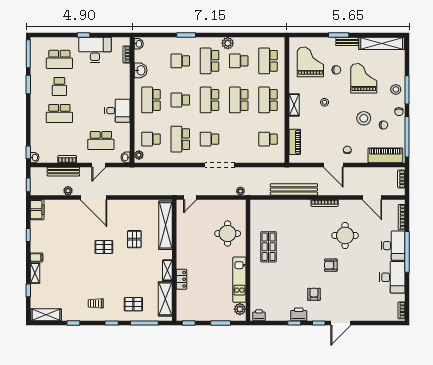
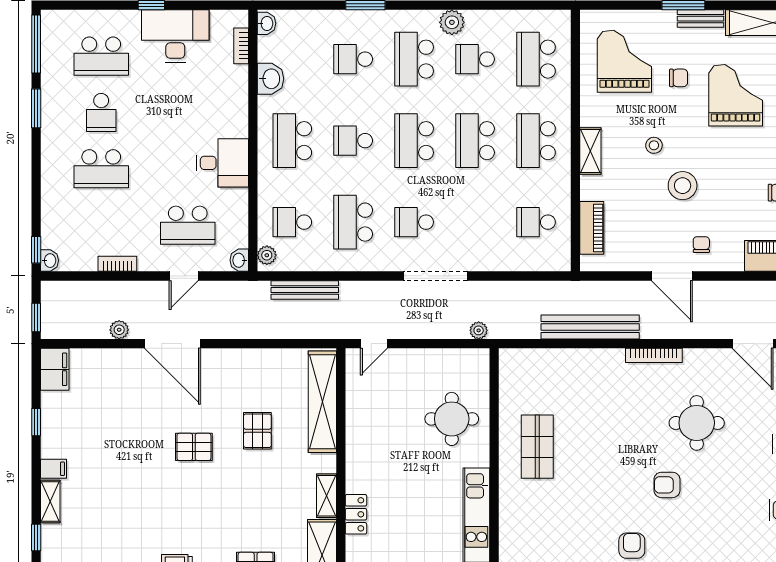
stool: (364, 118) -> (683, 186), moved
bench: (63, 172) -> (305, 290), moved

